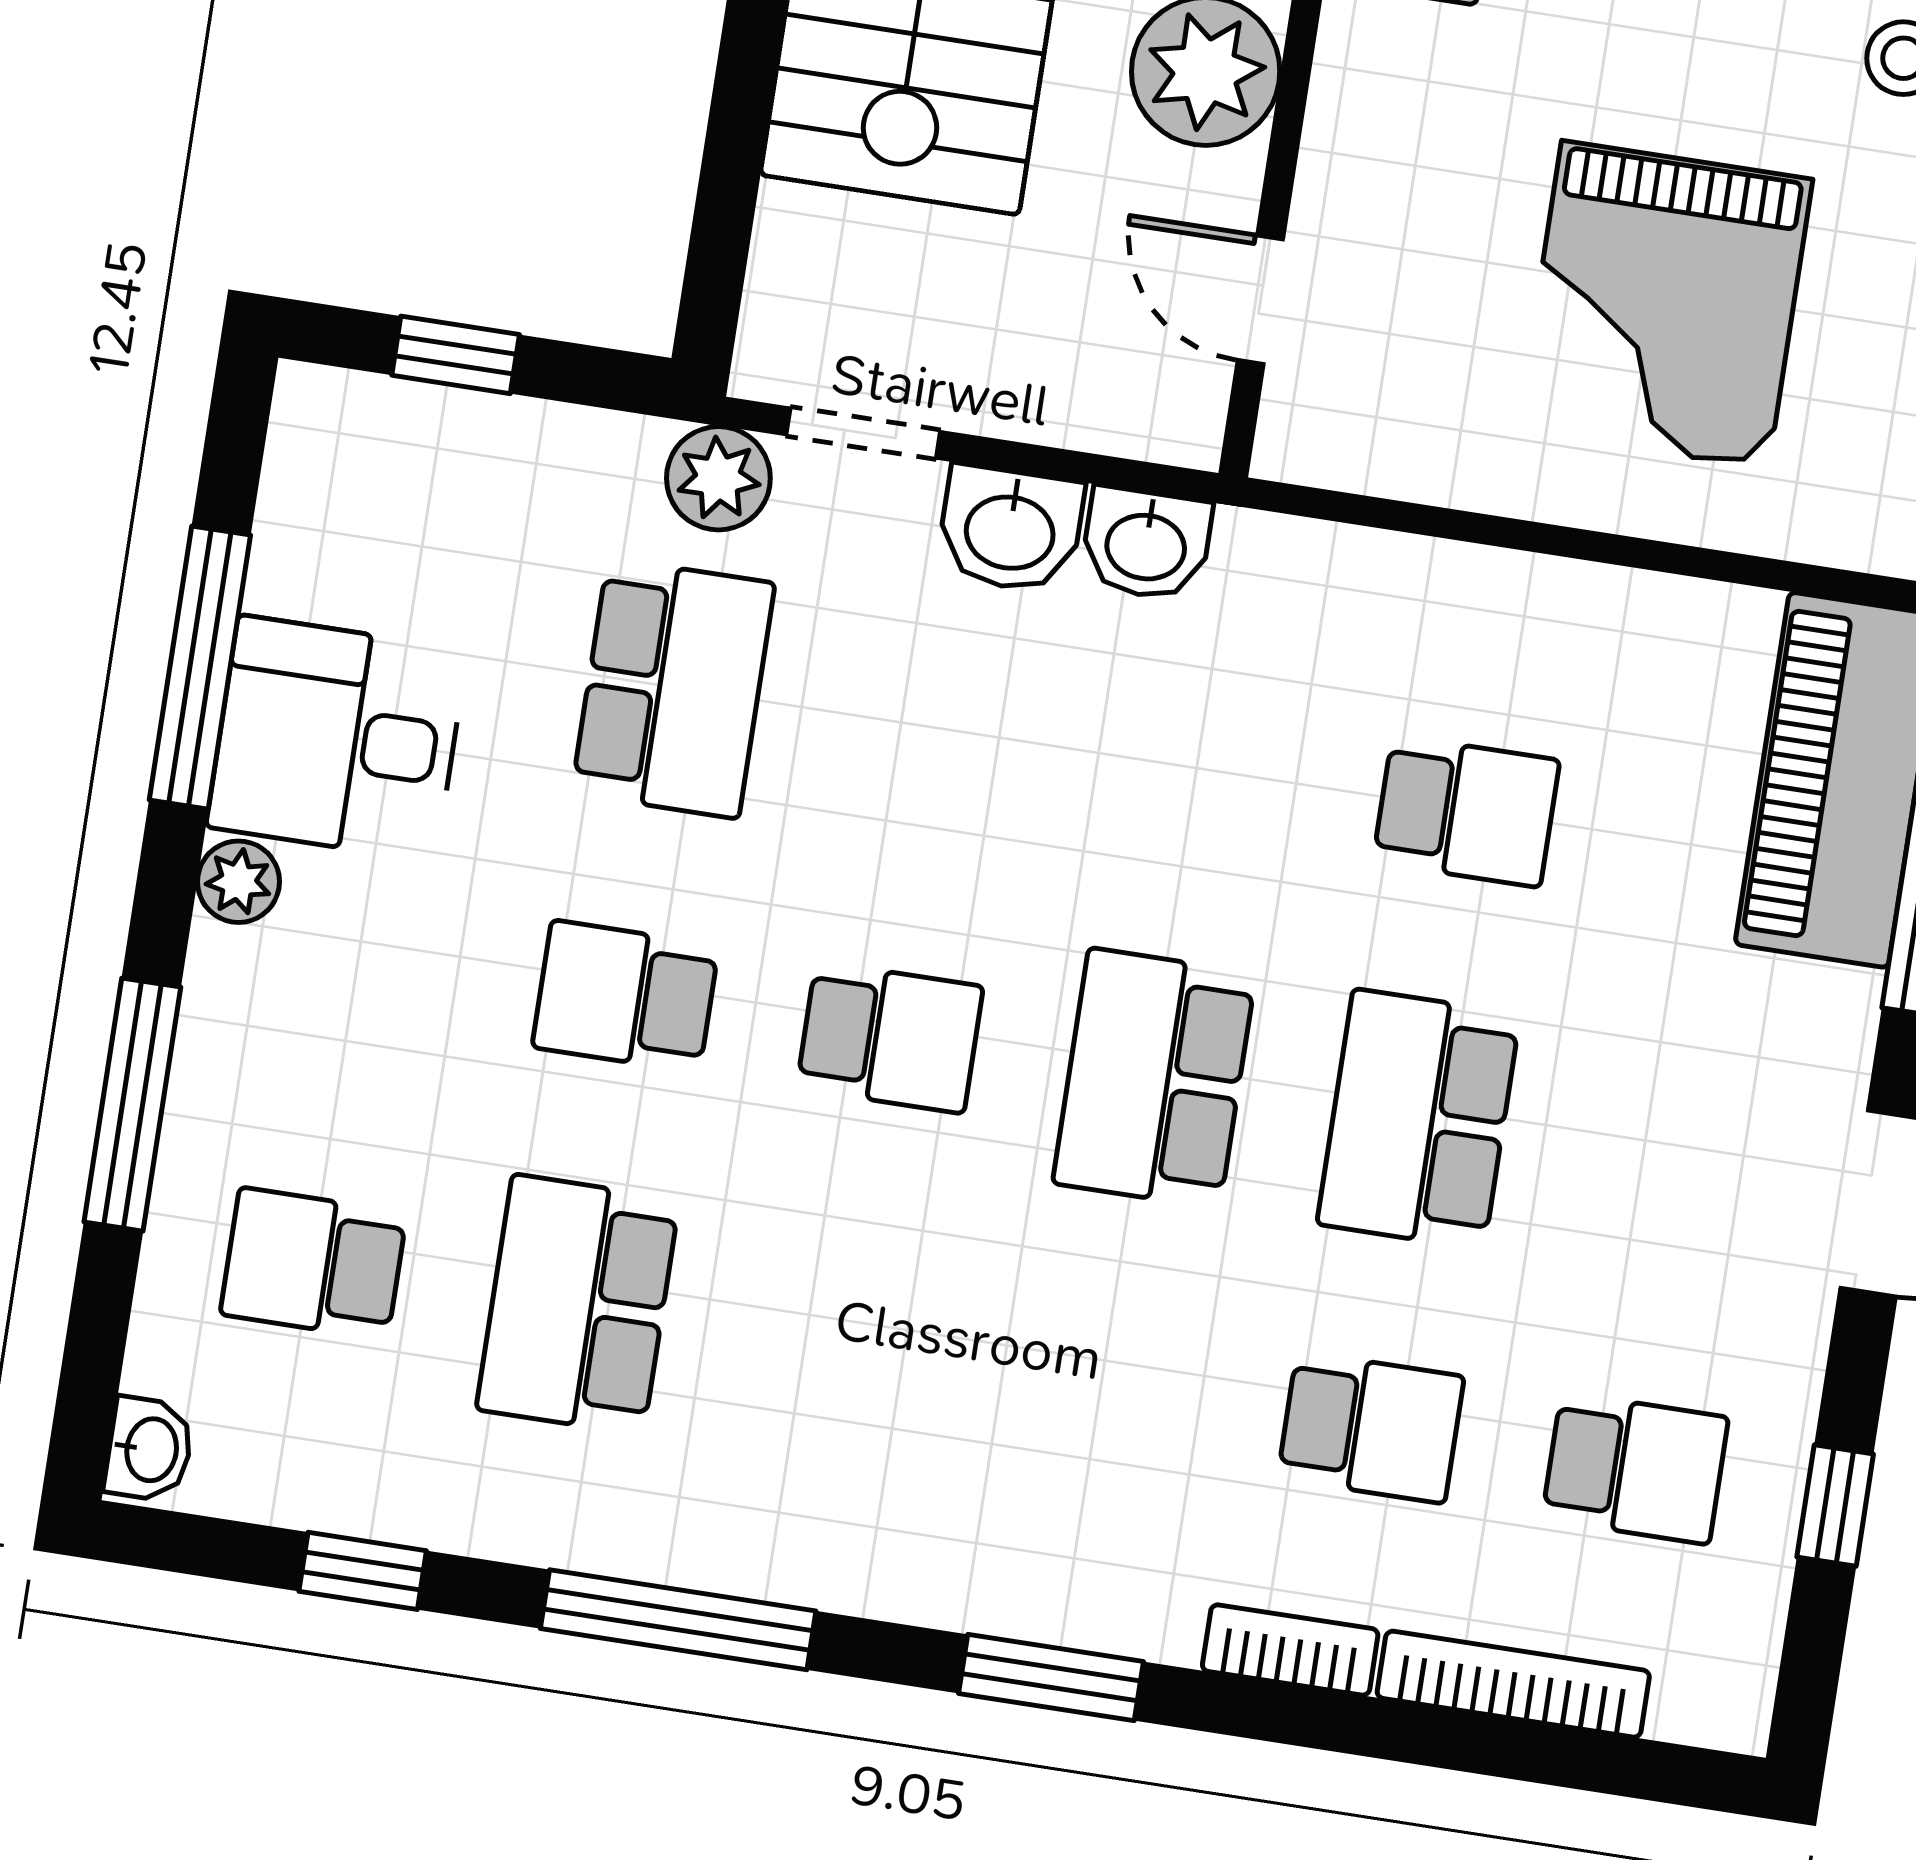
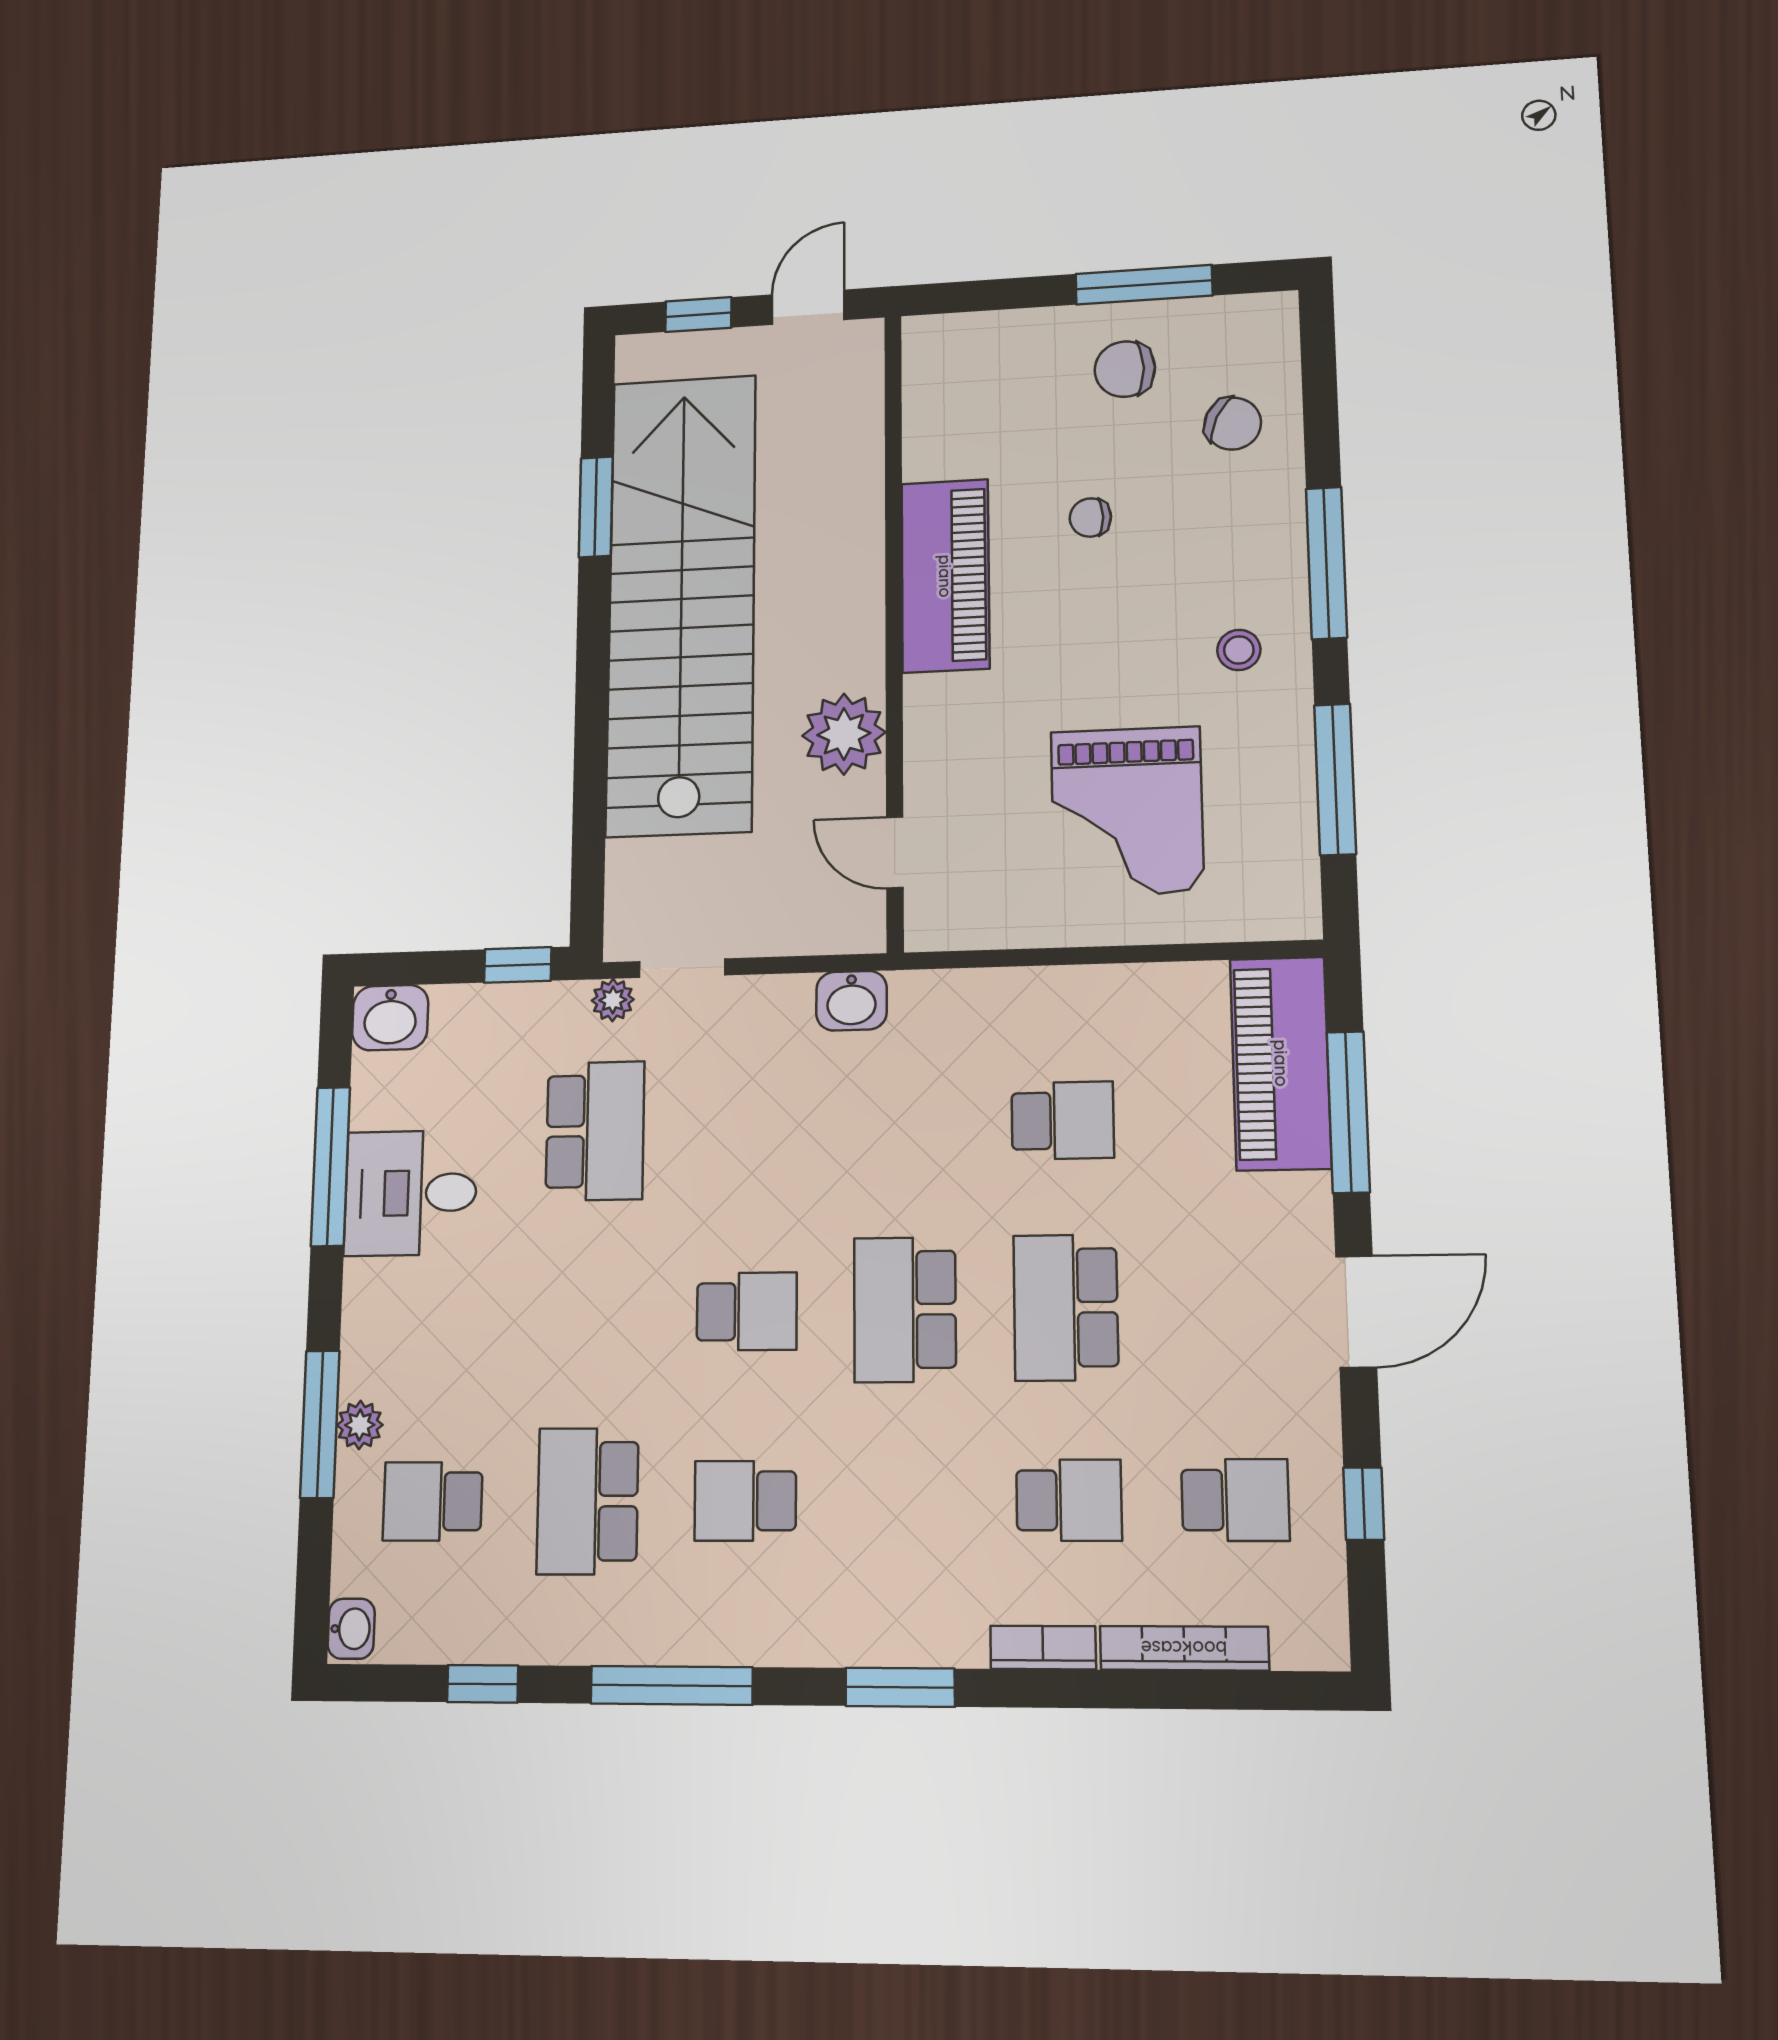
window: (456, 355) -> (518, 965), moved
plant: (718, 478) -> (613, 1000), width x0.73, depth x0.73
washbasin: (1010, 529) -> (390, 1018), moved
plant: (238, 882) -> (360, 1425), moved
school desk: (626, 996) -> (745, 1501), moved

